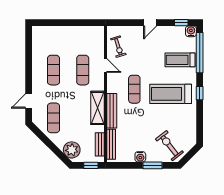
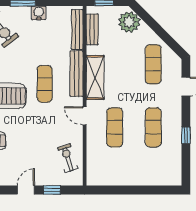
window: (130, 23) -> (52, 190), added
window: (29, 64) -> (186, 135), added
door: (106, 66) -> (85, 116), moved
exercise mat: (134, 89) -> (45, 84), moved

